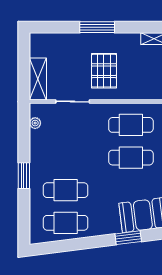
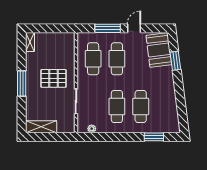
shelving: (38, 79) -> (41, 127), moved
window: (24, 176) -> (154, 137), moved
cafe table: (66, 223) -> (117, 106), moved

